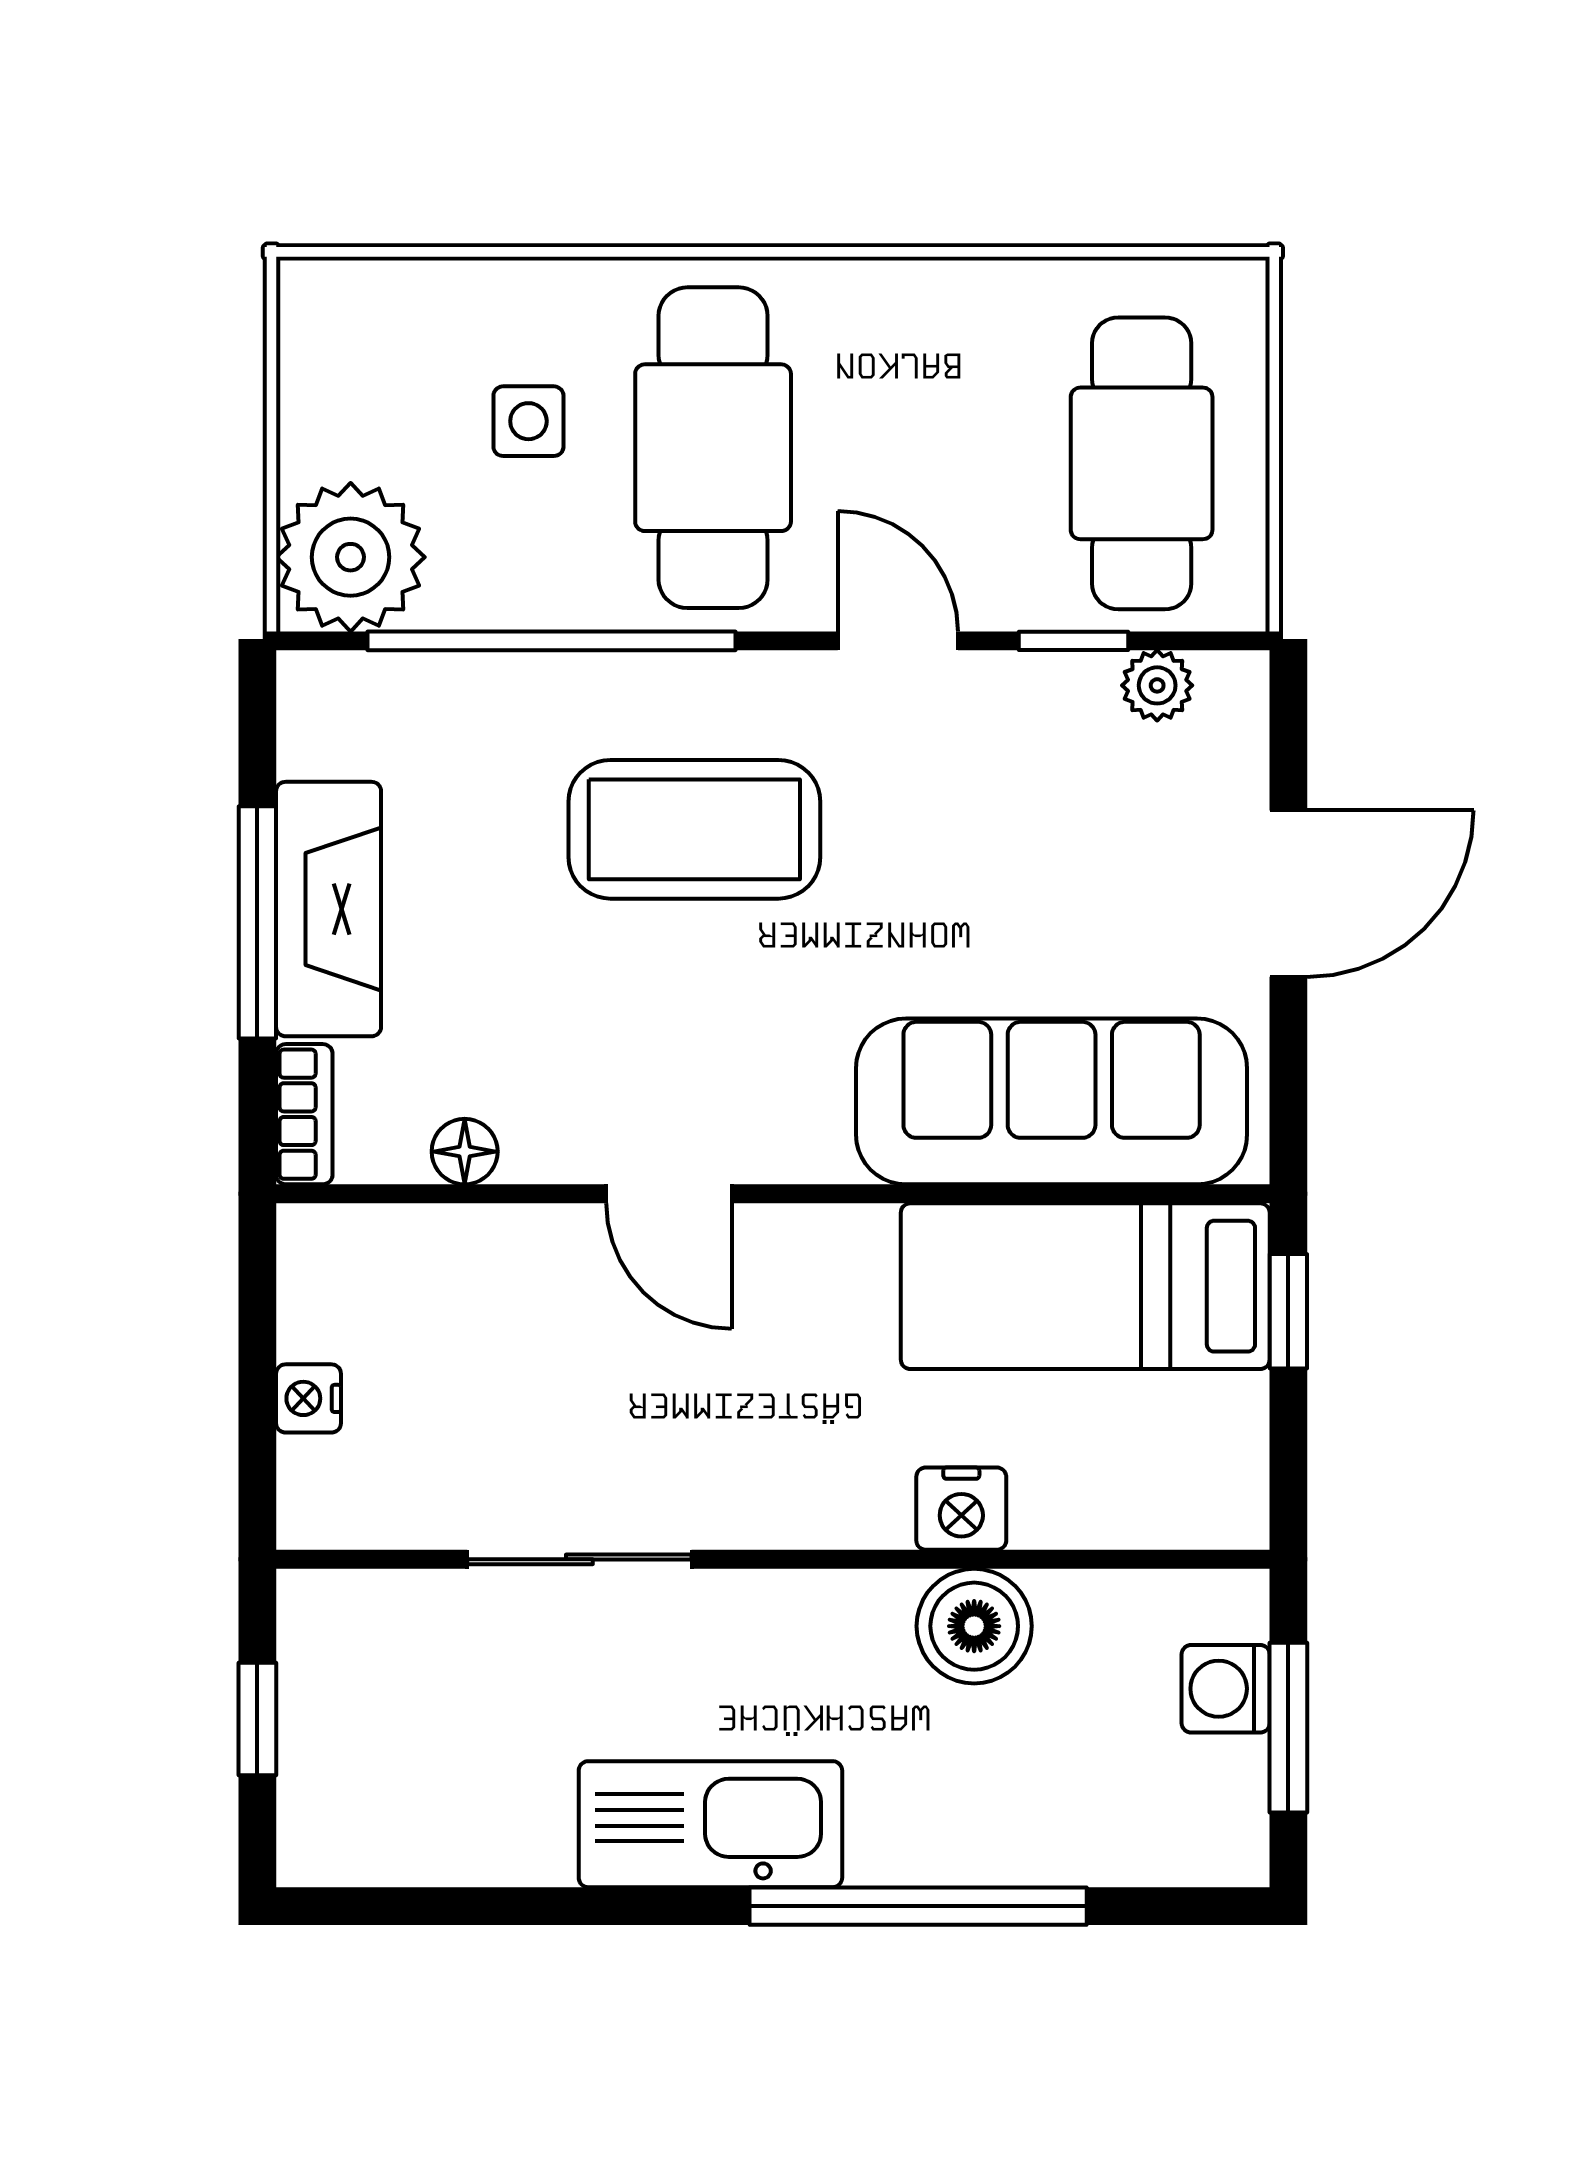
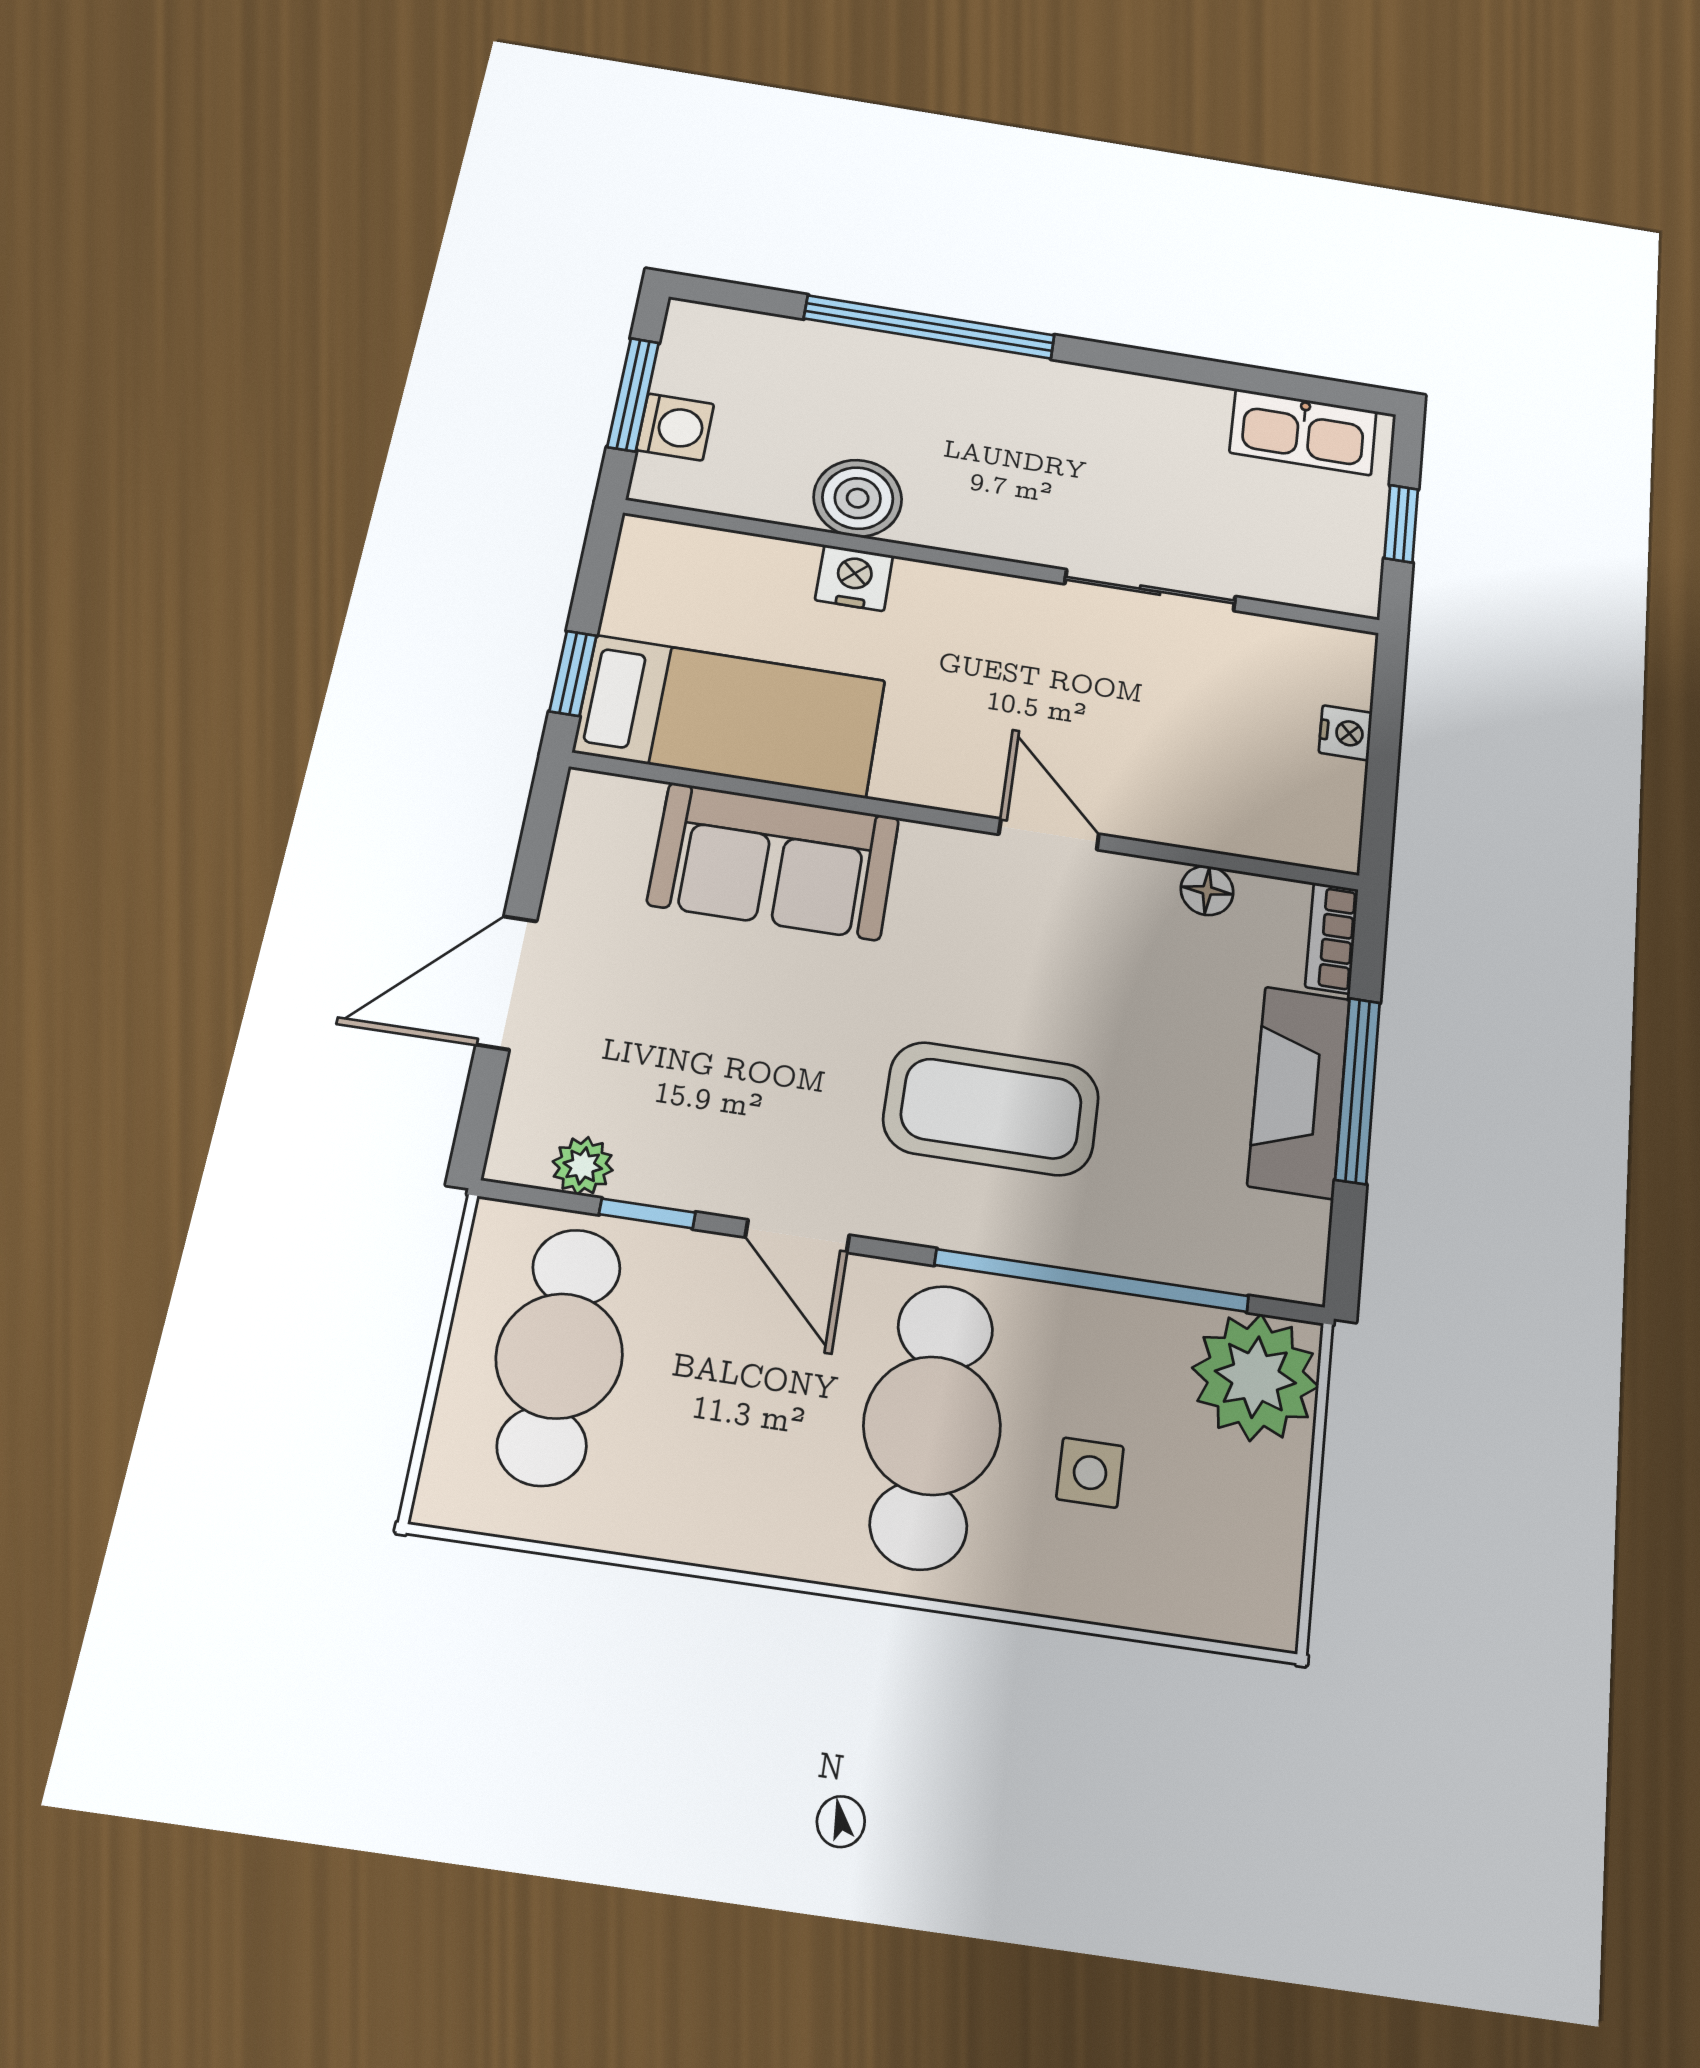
sofa: (1052, 1101) -> (774, 861), width x0.73
kitchen sink: (710, 1824) -> (1303, 432), moved, width x0.73, depth x0.81

